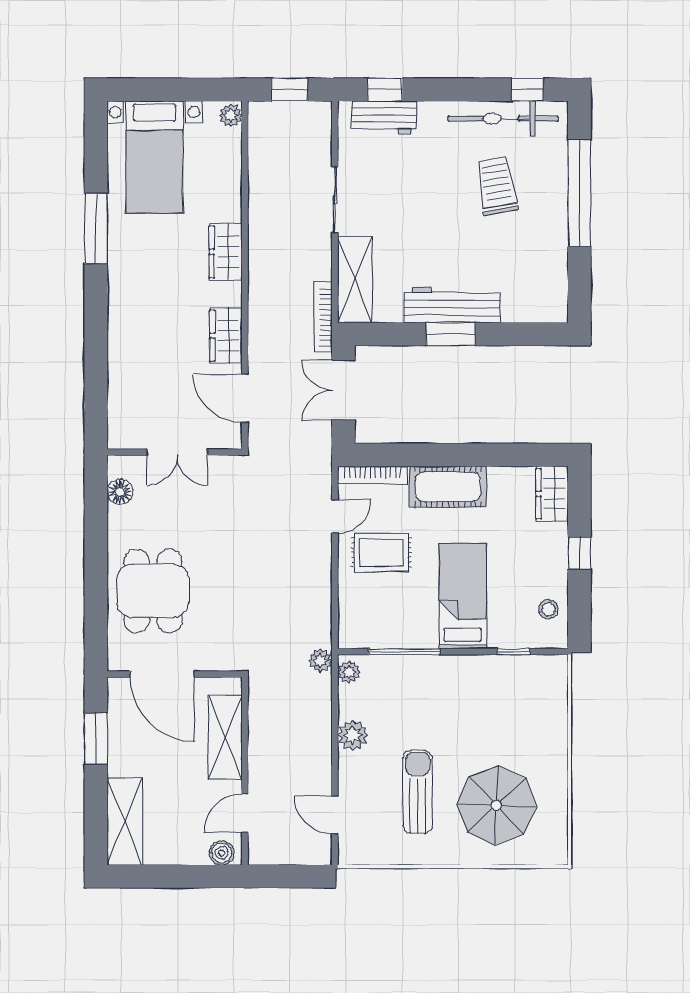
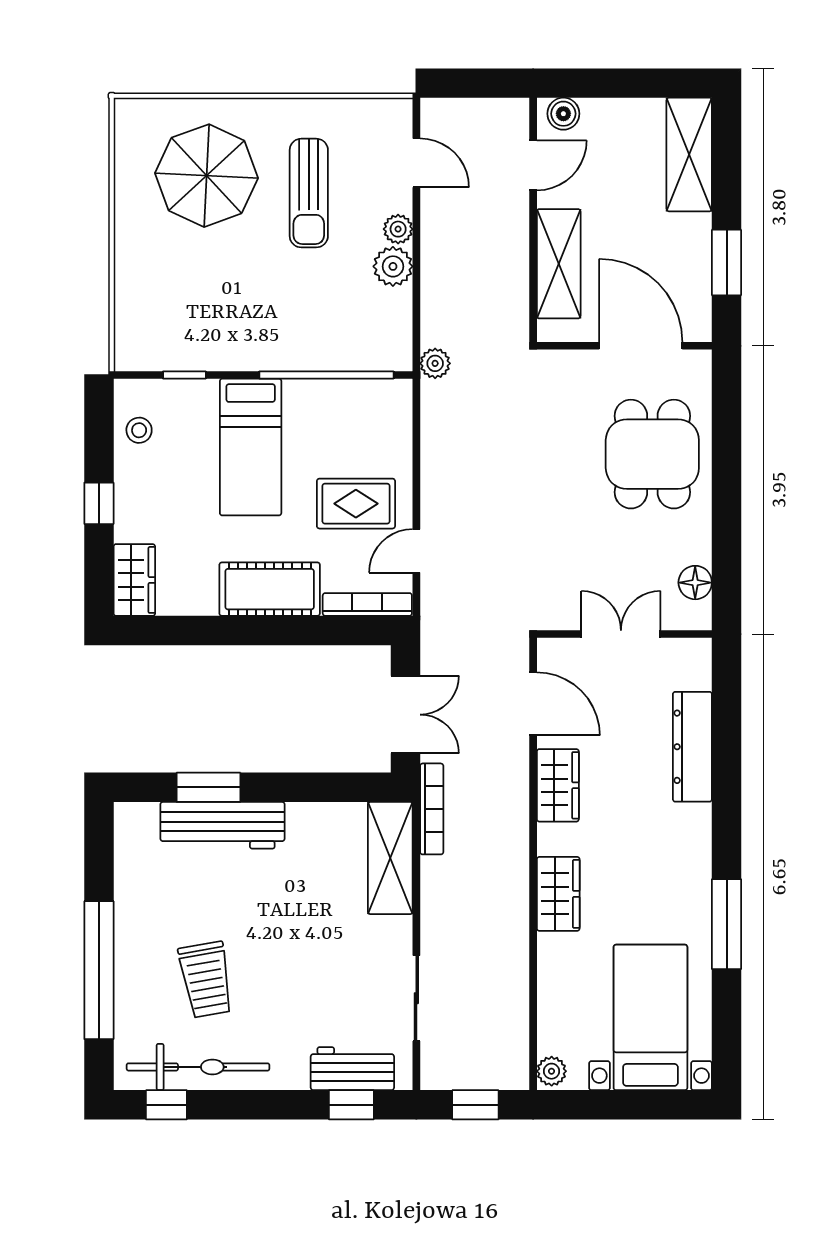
sliding door: (335, 200) -> (416, 998), moved
workbench: (452, 305) -> (223, 825), moved
window: (451, 334) -> (208, 787), moved
dresser: (122, 365) -> (692, 747), added
window: (404, 652) -> (326, 375), width x1.46
plant: (349, 672) -> (398, 229), moved

